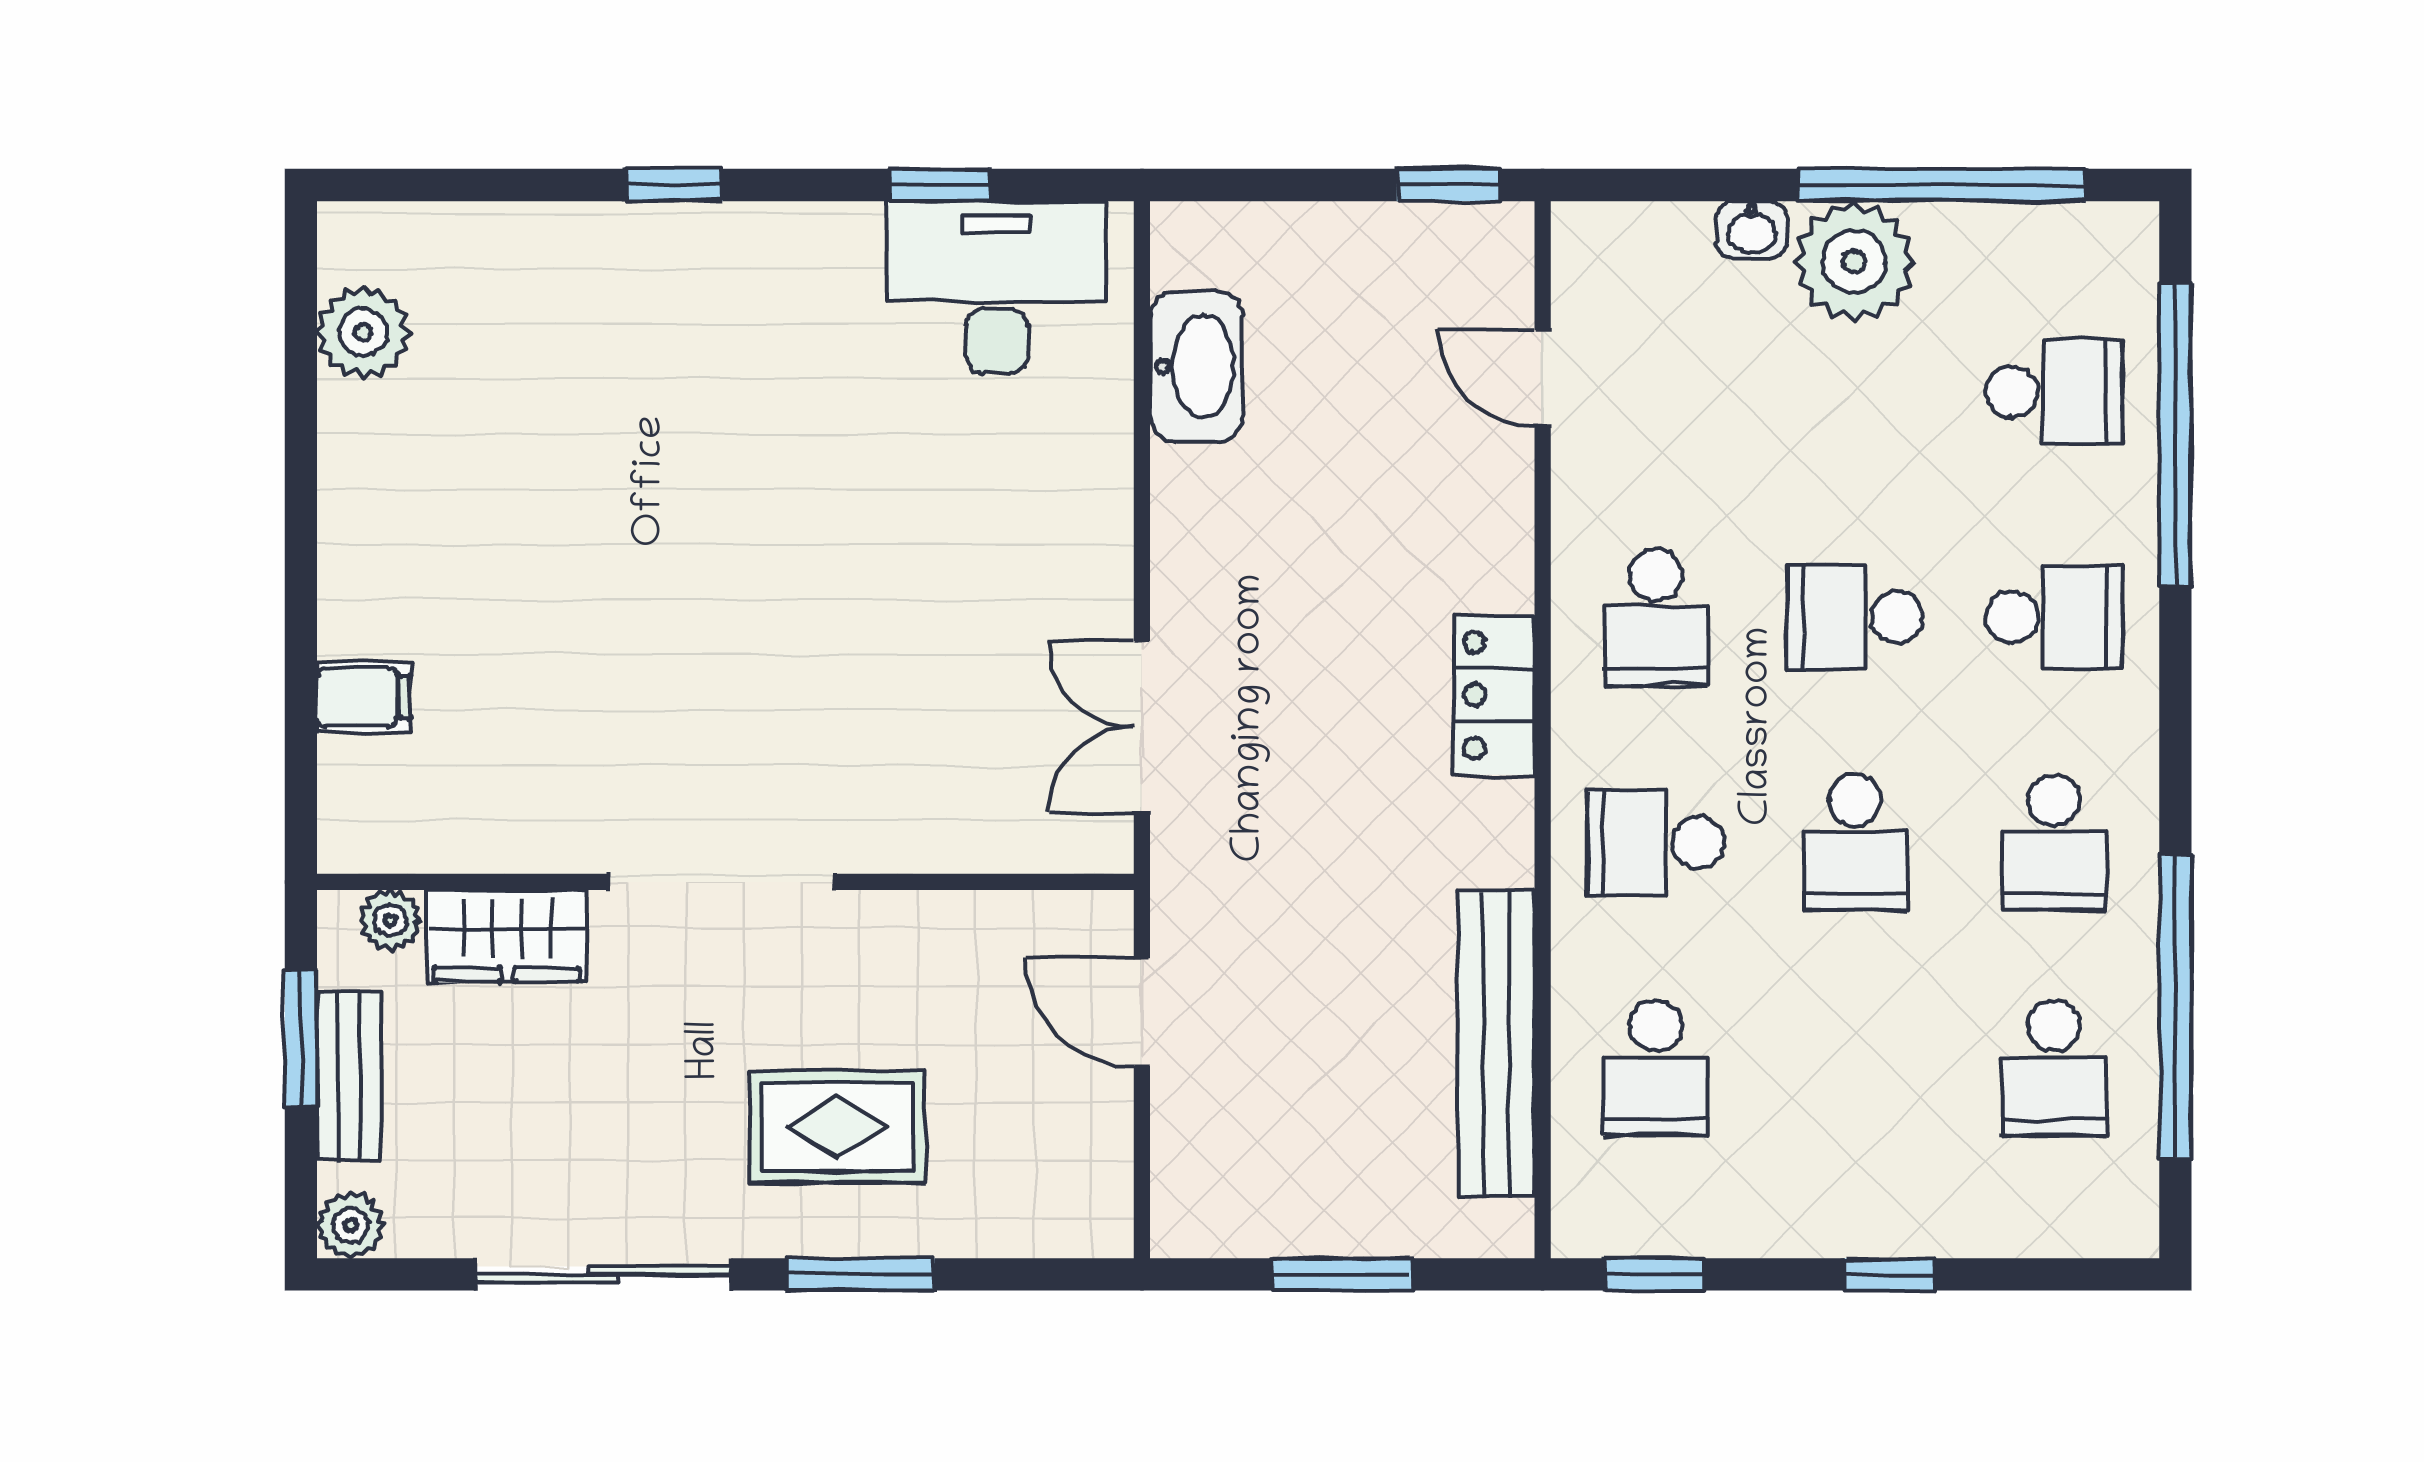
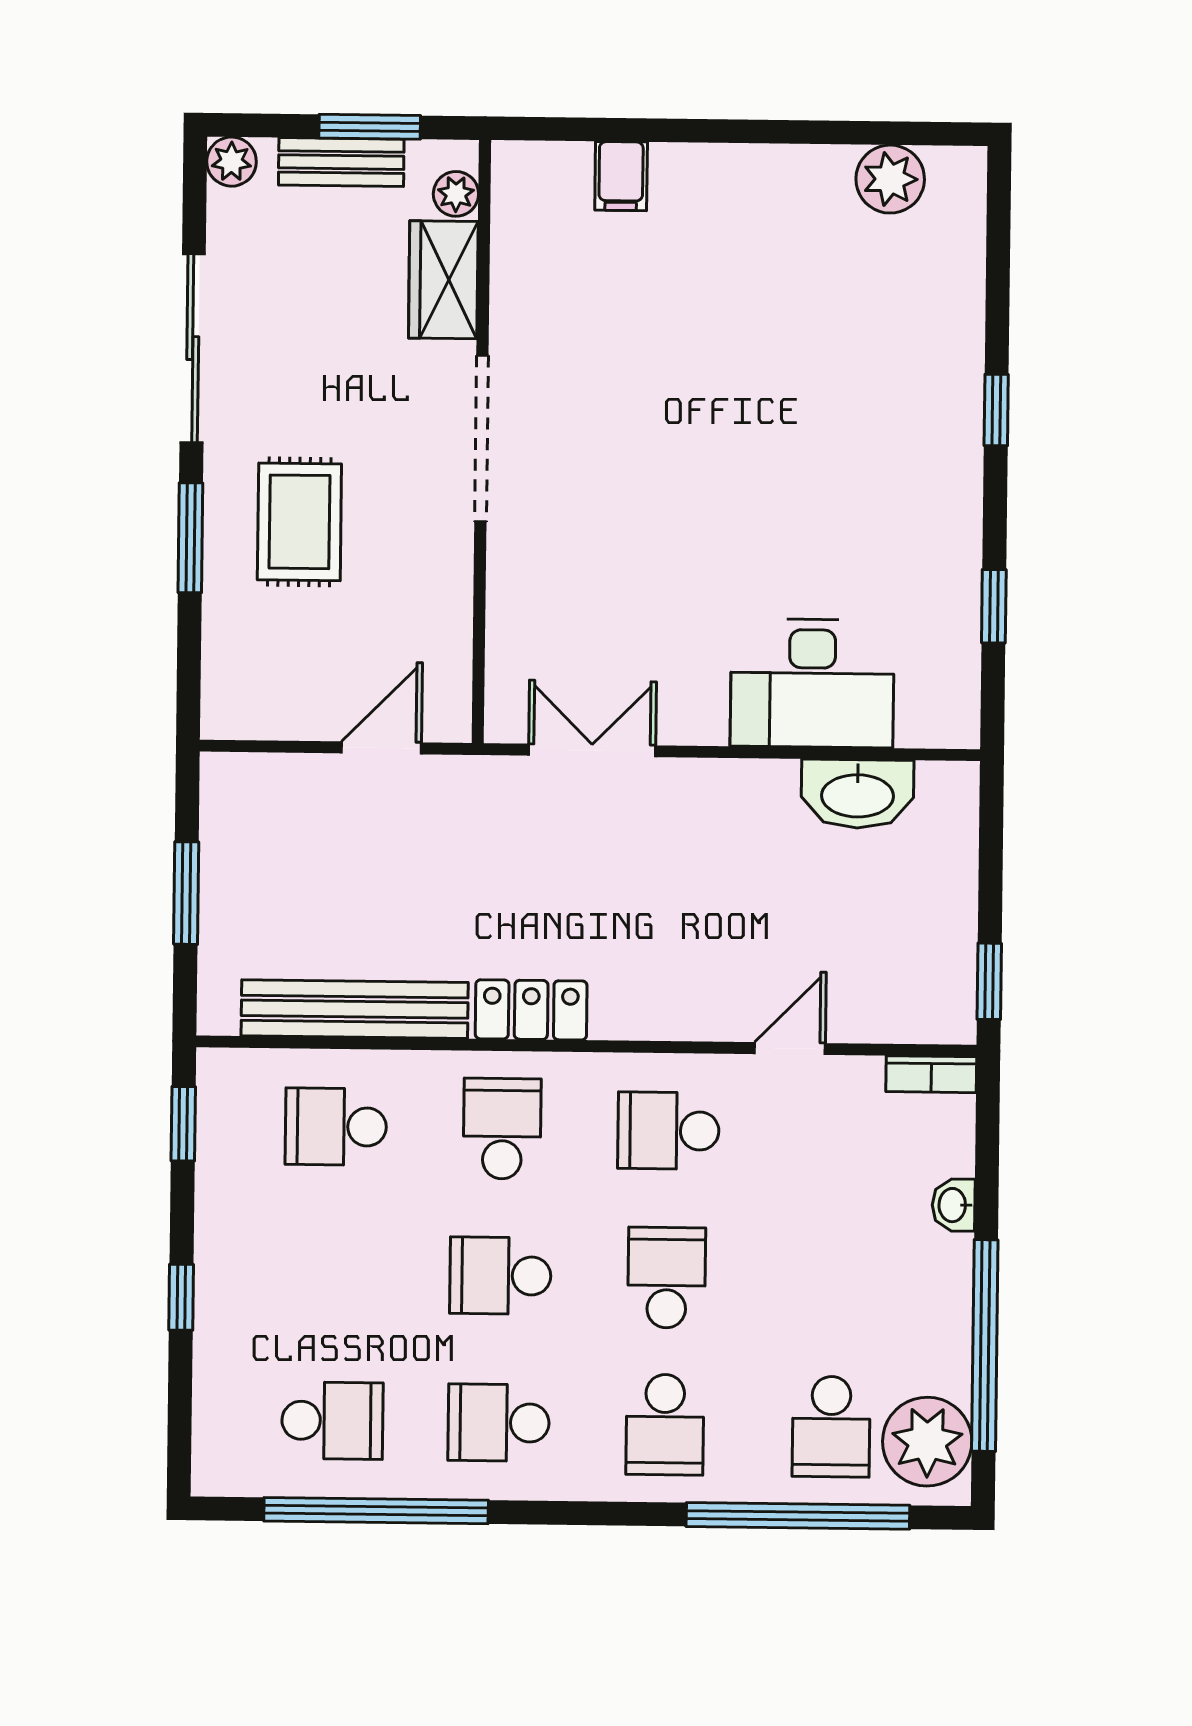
plant: (1854, 261) -> (927, 1442), moved
bookcase: (1575, 262) -> (931, 1074), added
desk: (997, 287) -> (812, 683), moved, turned 90
door: (1543, 378) -> (790, 1049), moved
locker: (1494, 695) -> (531, 1010), moved
school desk: (2054, 1068) -> (332, 1421), turned 180

